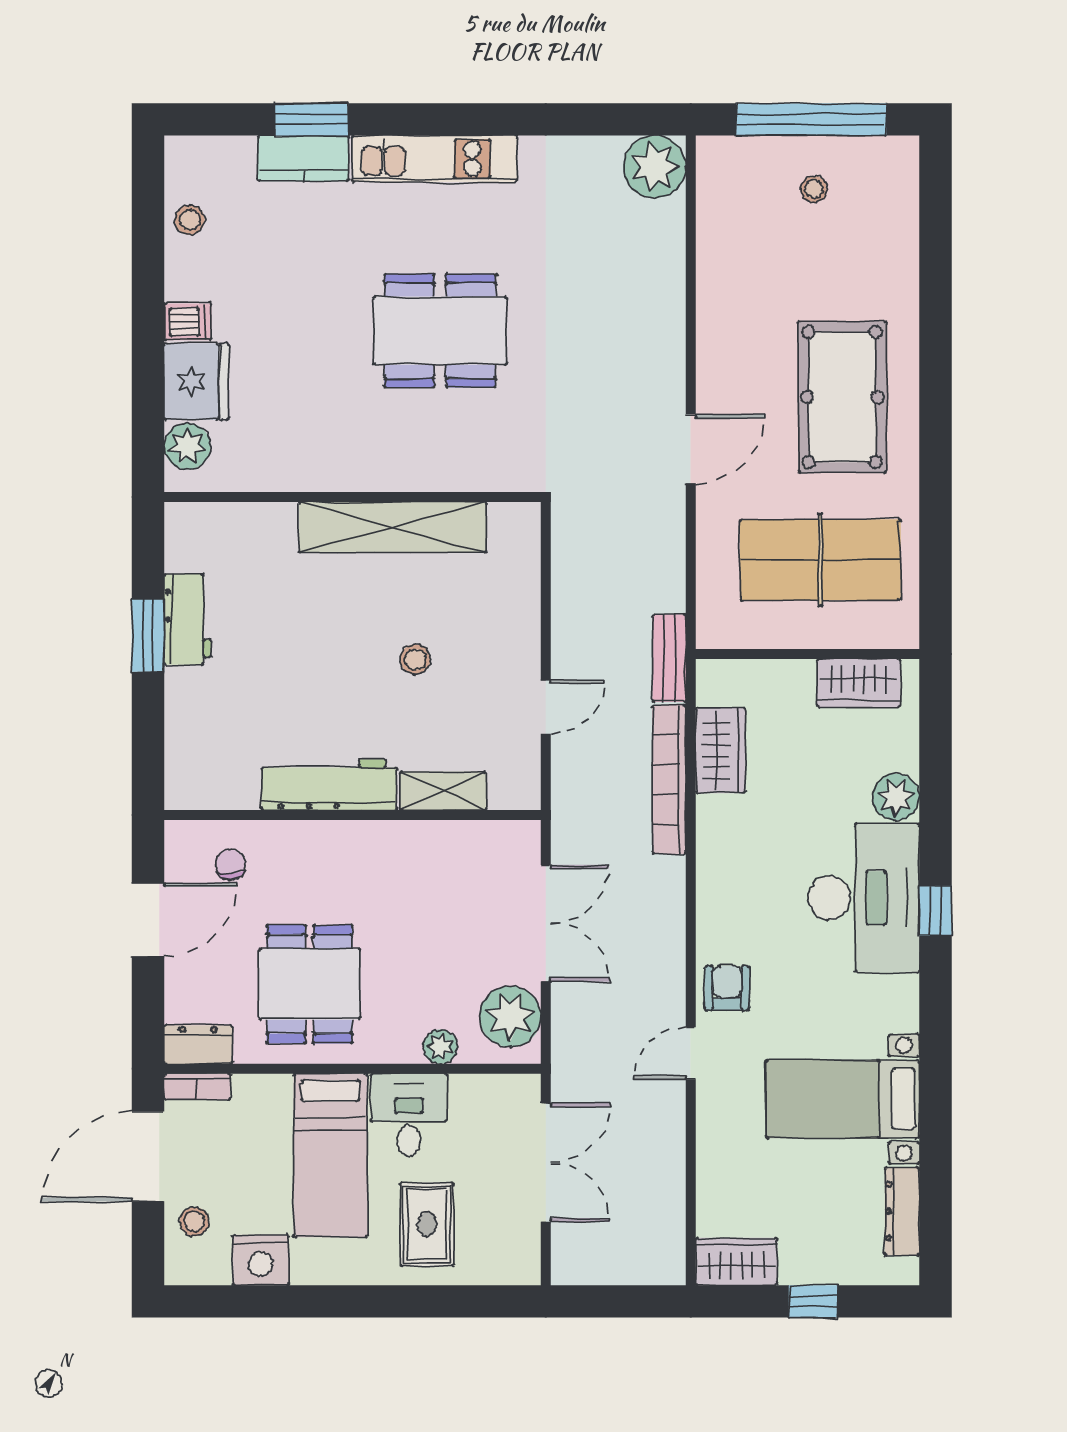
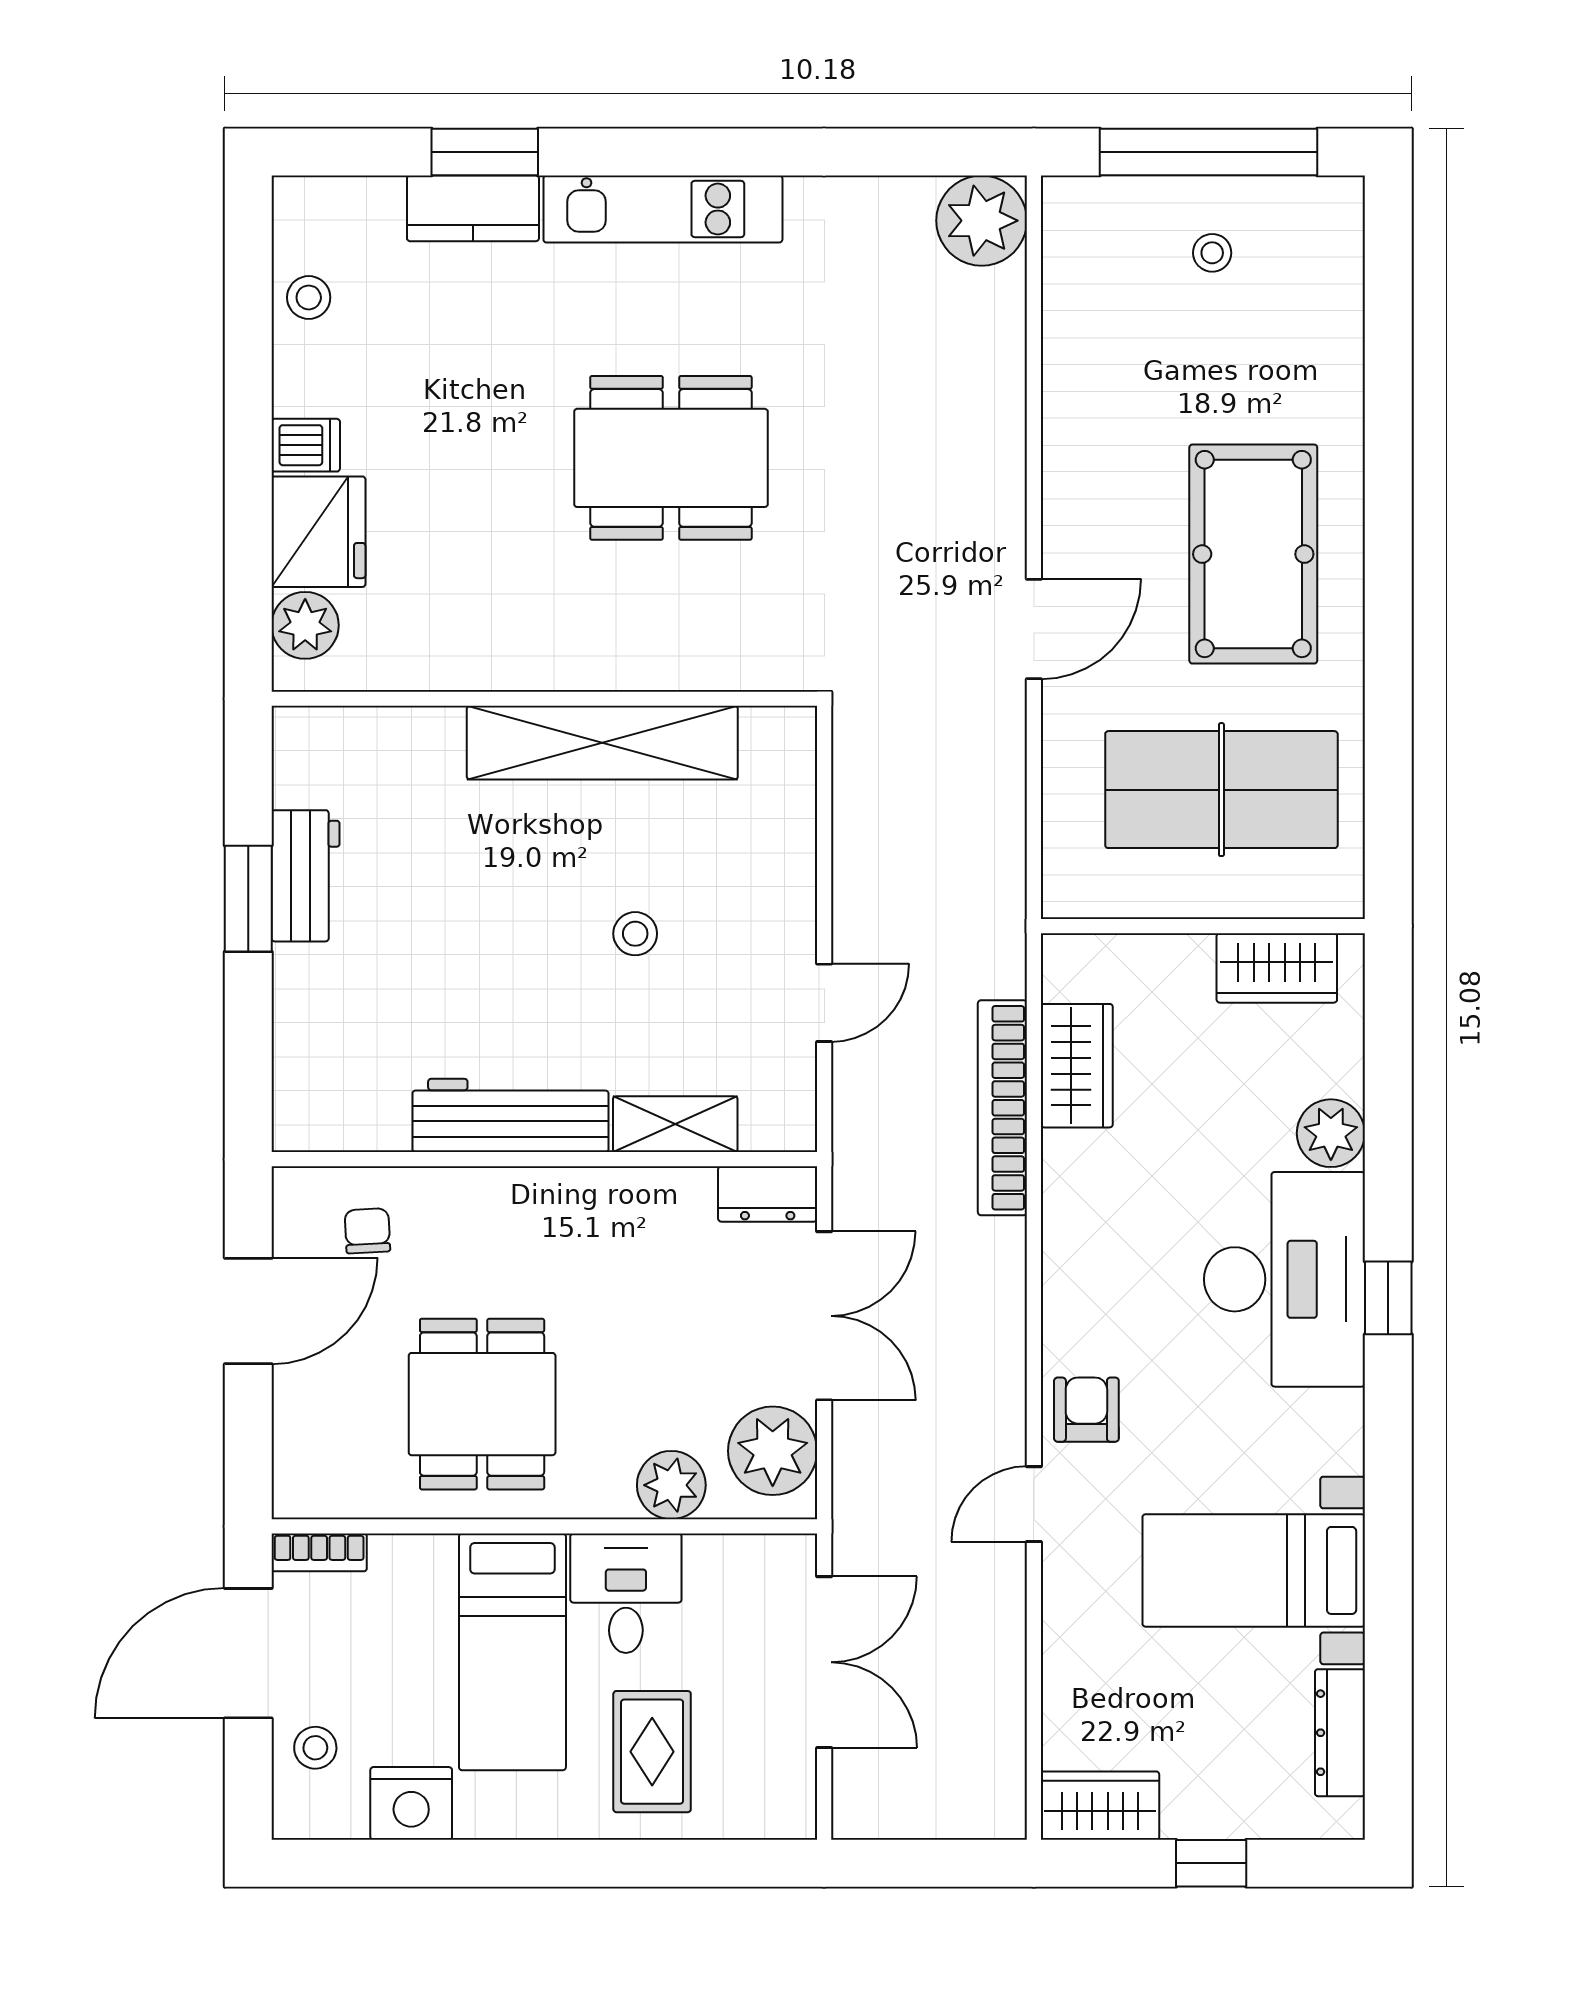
bench: (669, 658) -> (1003, 932), removed
dresser: (198, 1045) -> (768, 1194), moved, turned 180
plant: (440, 1047) -> (671, 1485), width x1.38, depth x1.38

